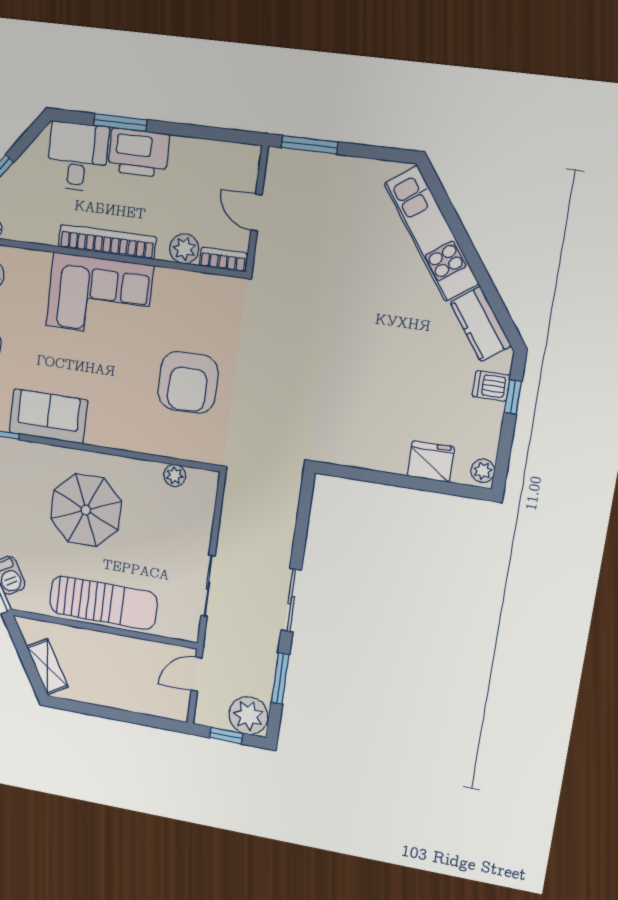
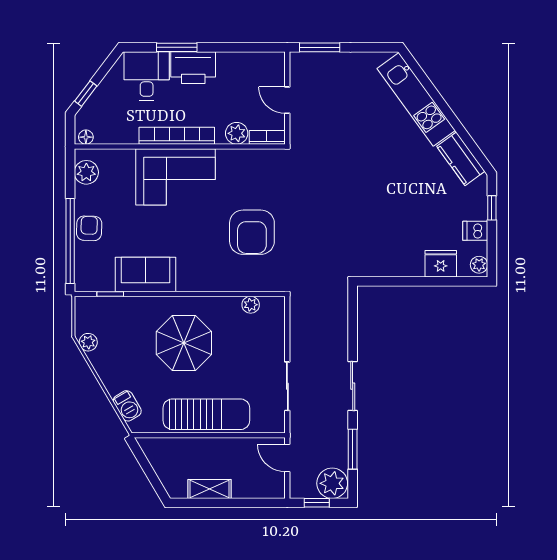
dishwasher: (491, 386) -> (475, 231), moved
shelving: (47, 667) -> (209, 489), moved, turned -60
door: (197, 674) -> (287, 458), hinge flipped

